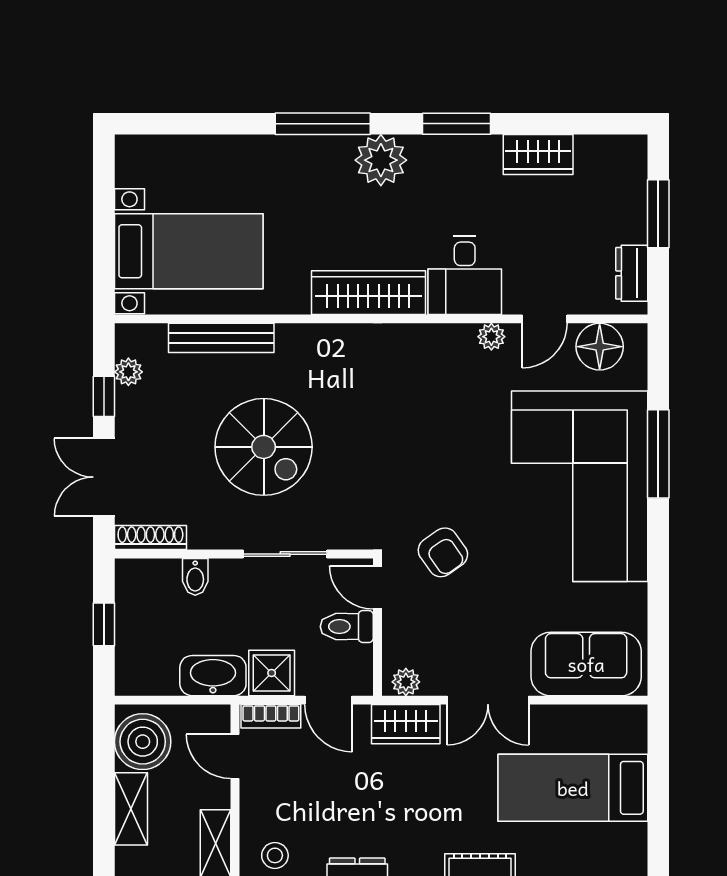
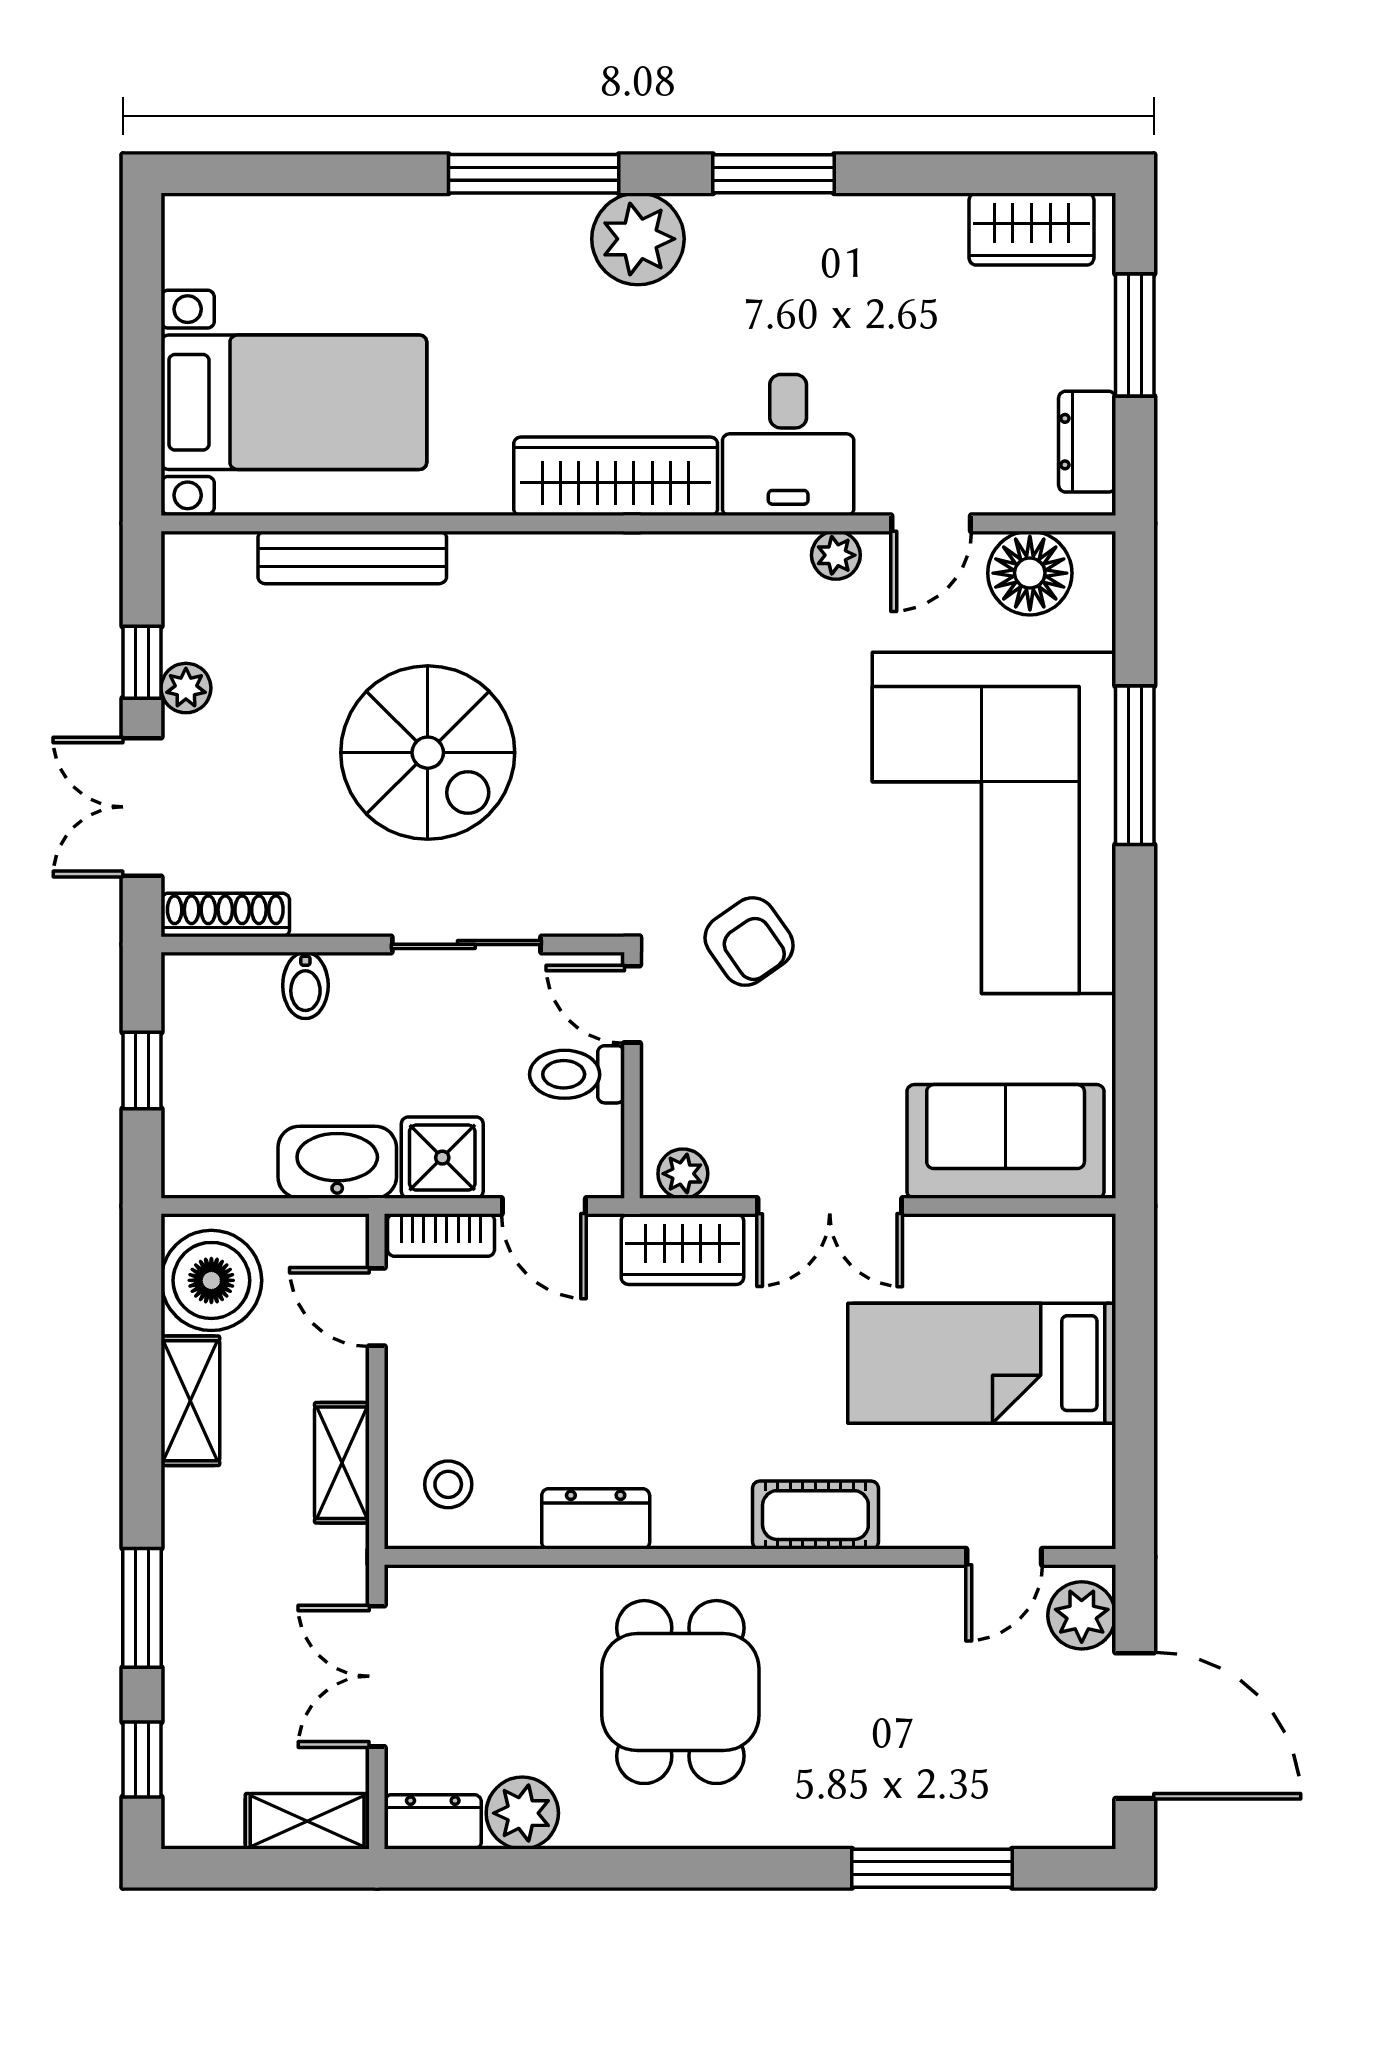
wardrobe: (538, 155) -> (1031, 229), moved
plant: (128, 372) -> (186, 688), moved

